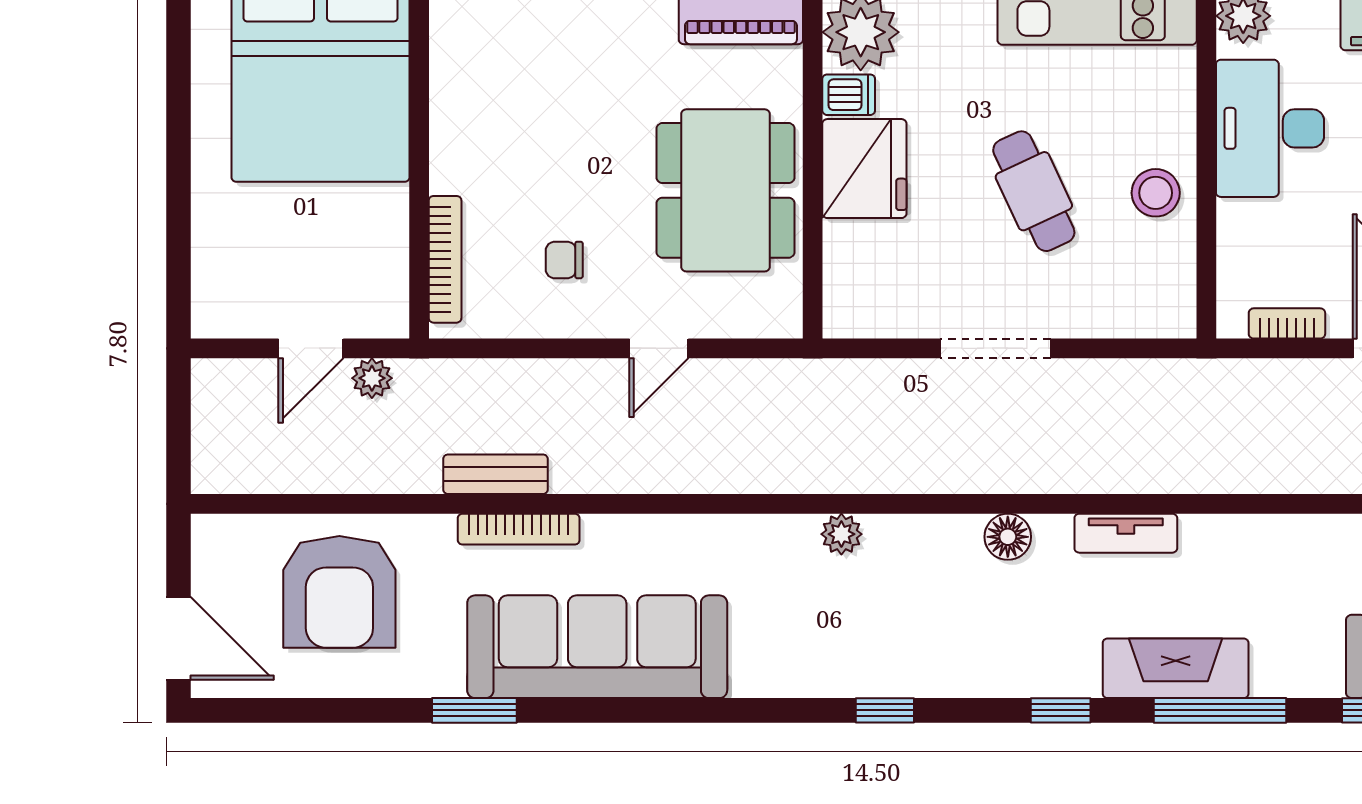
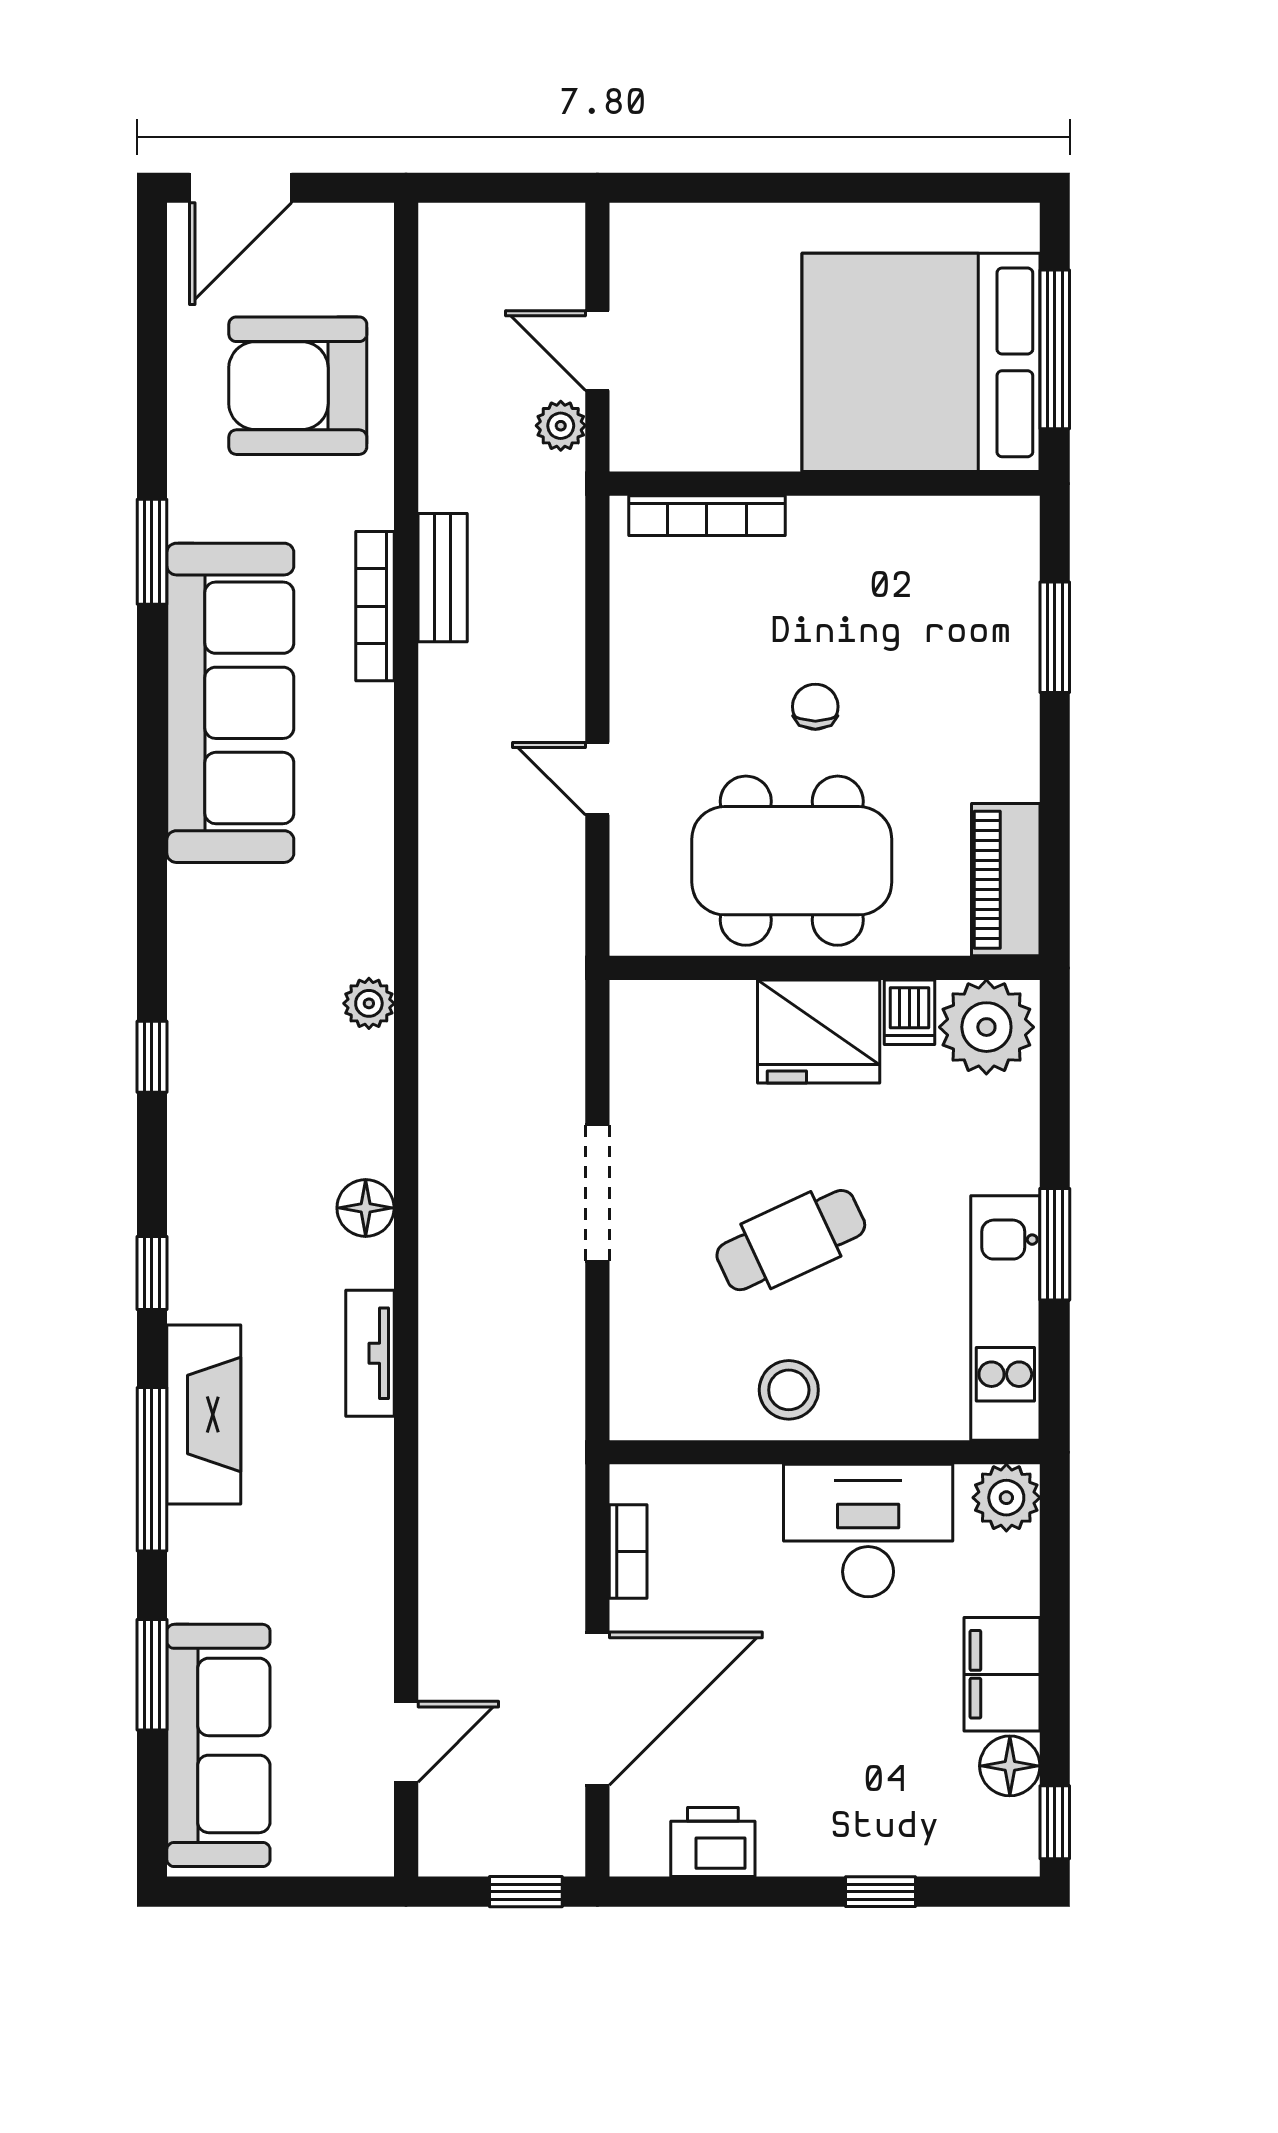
chair: (564, 260) -> (815, 707), moved

